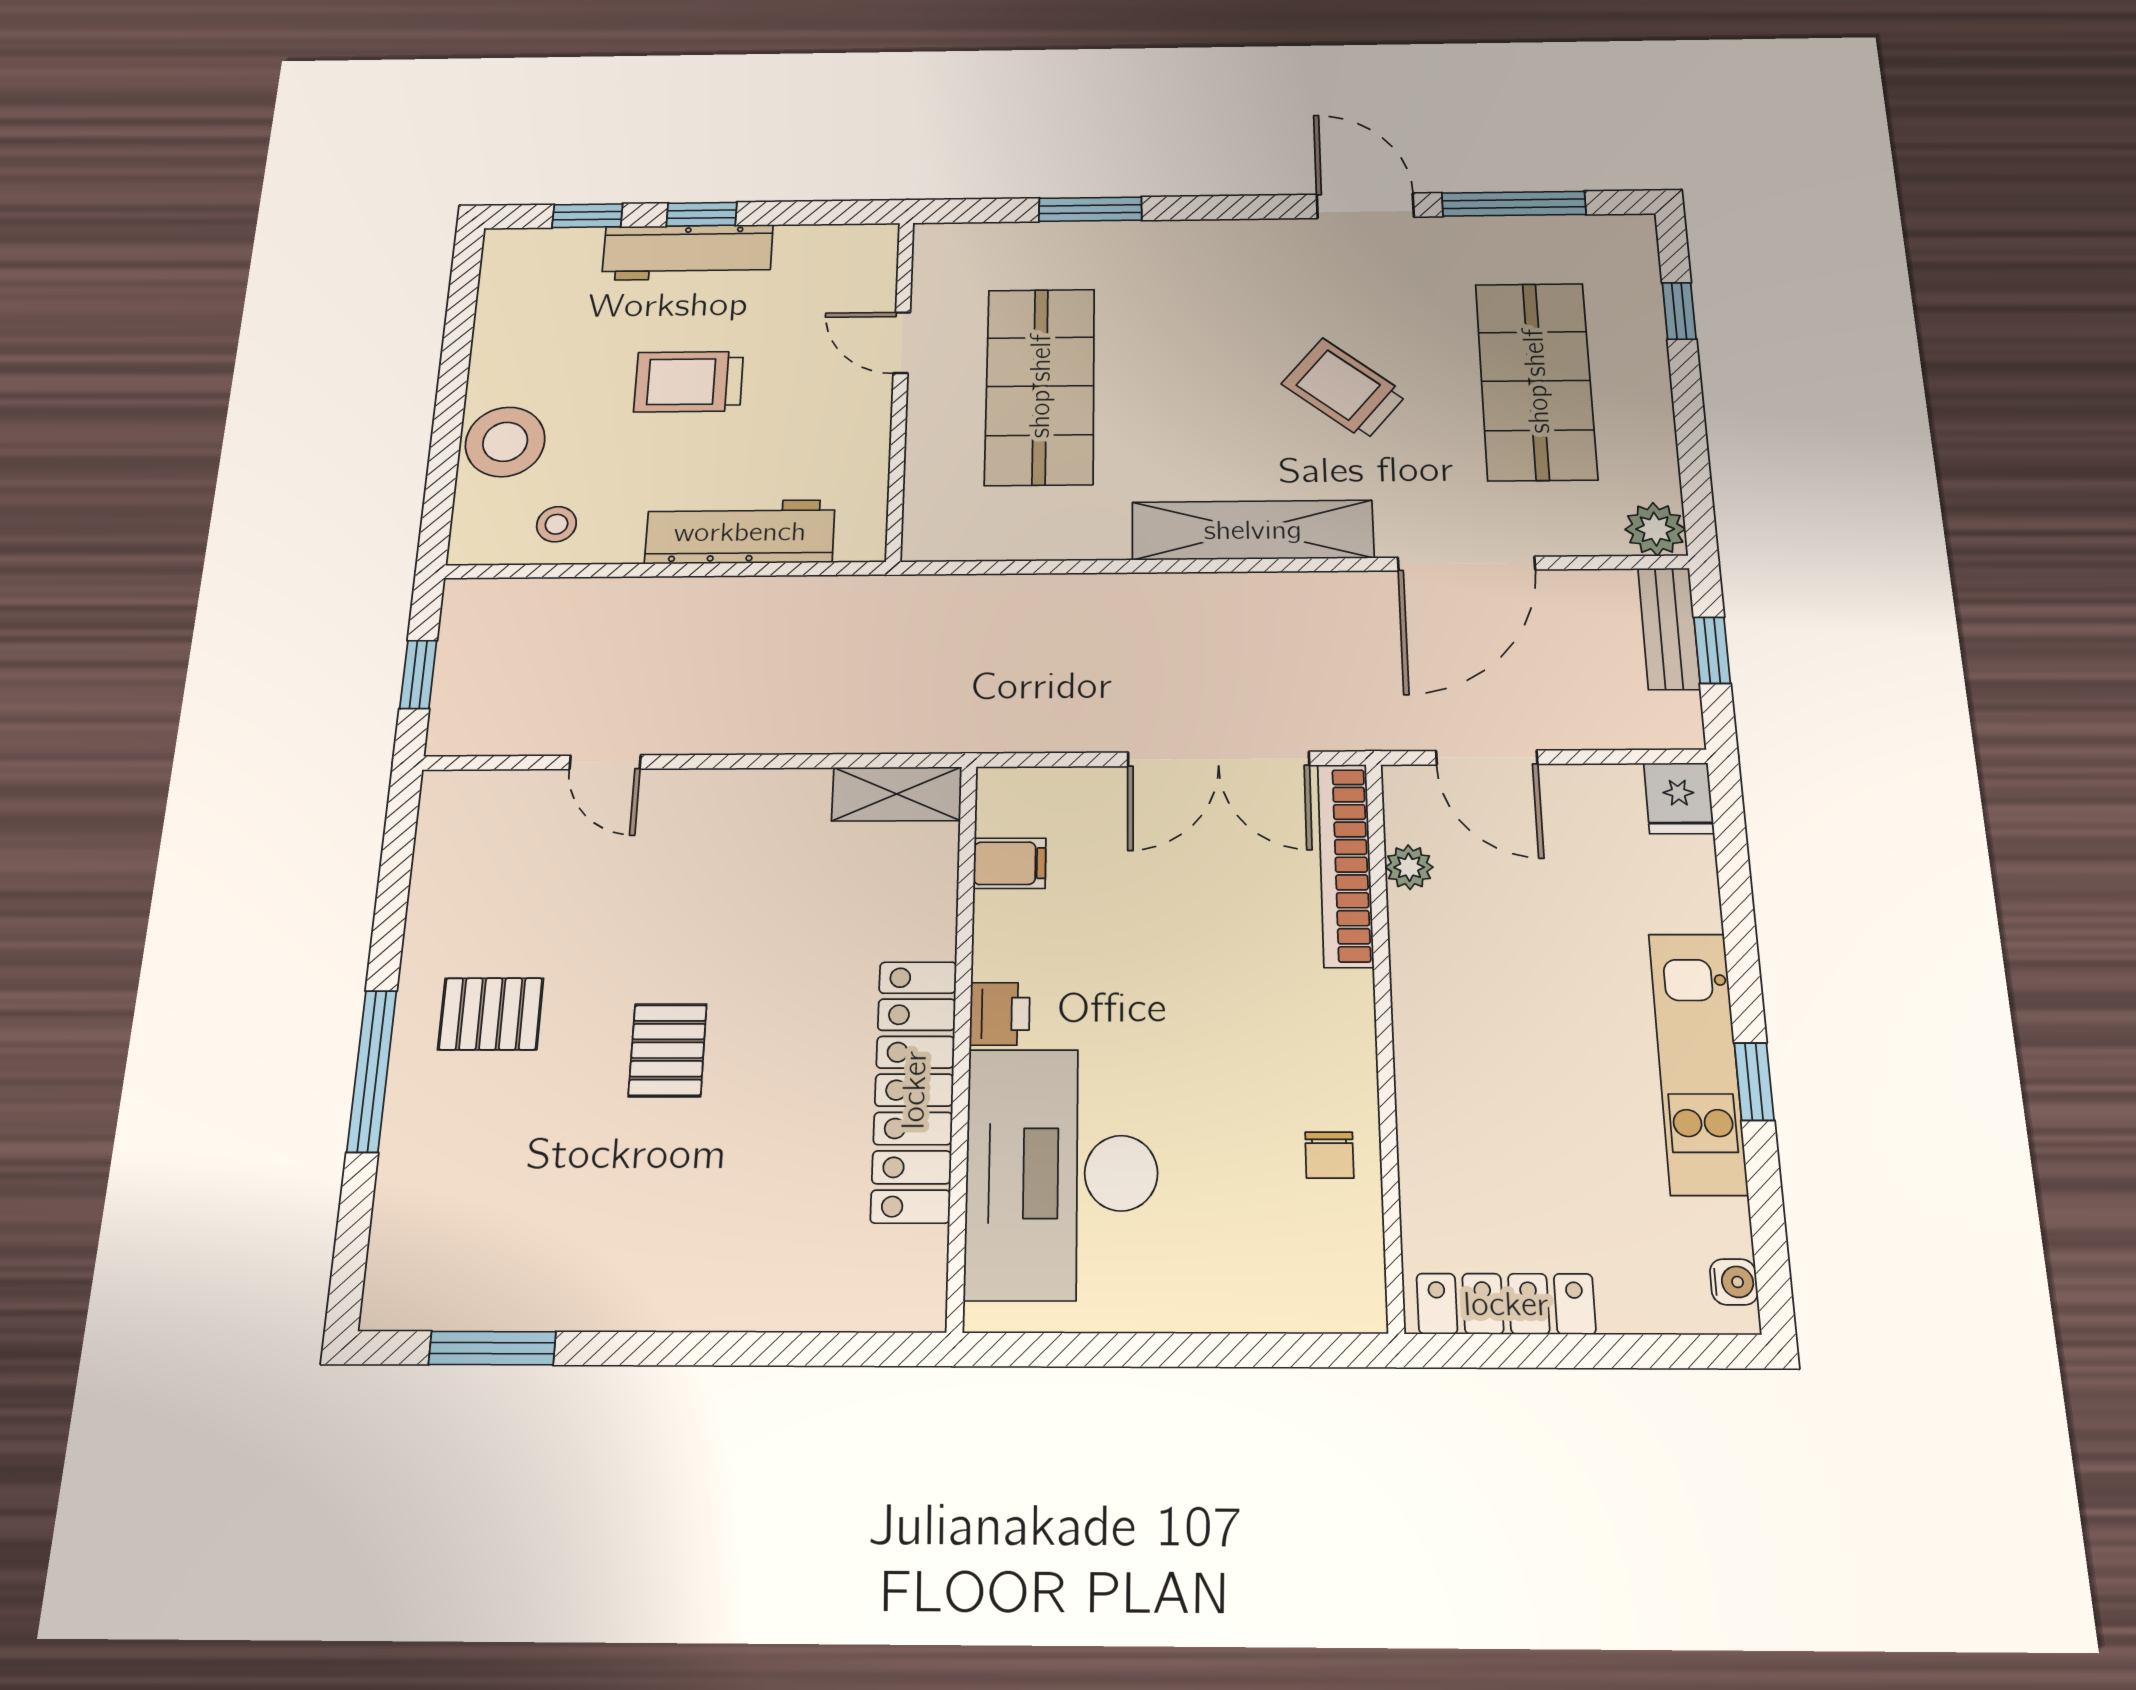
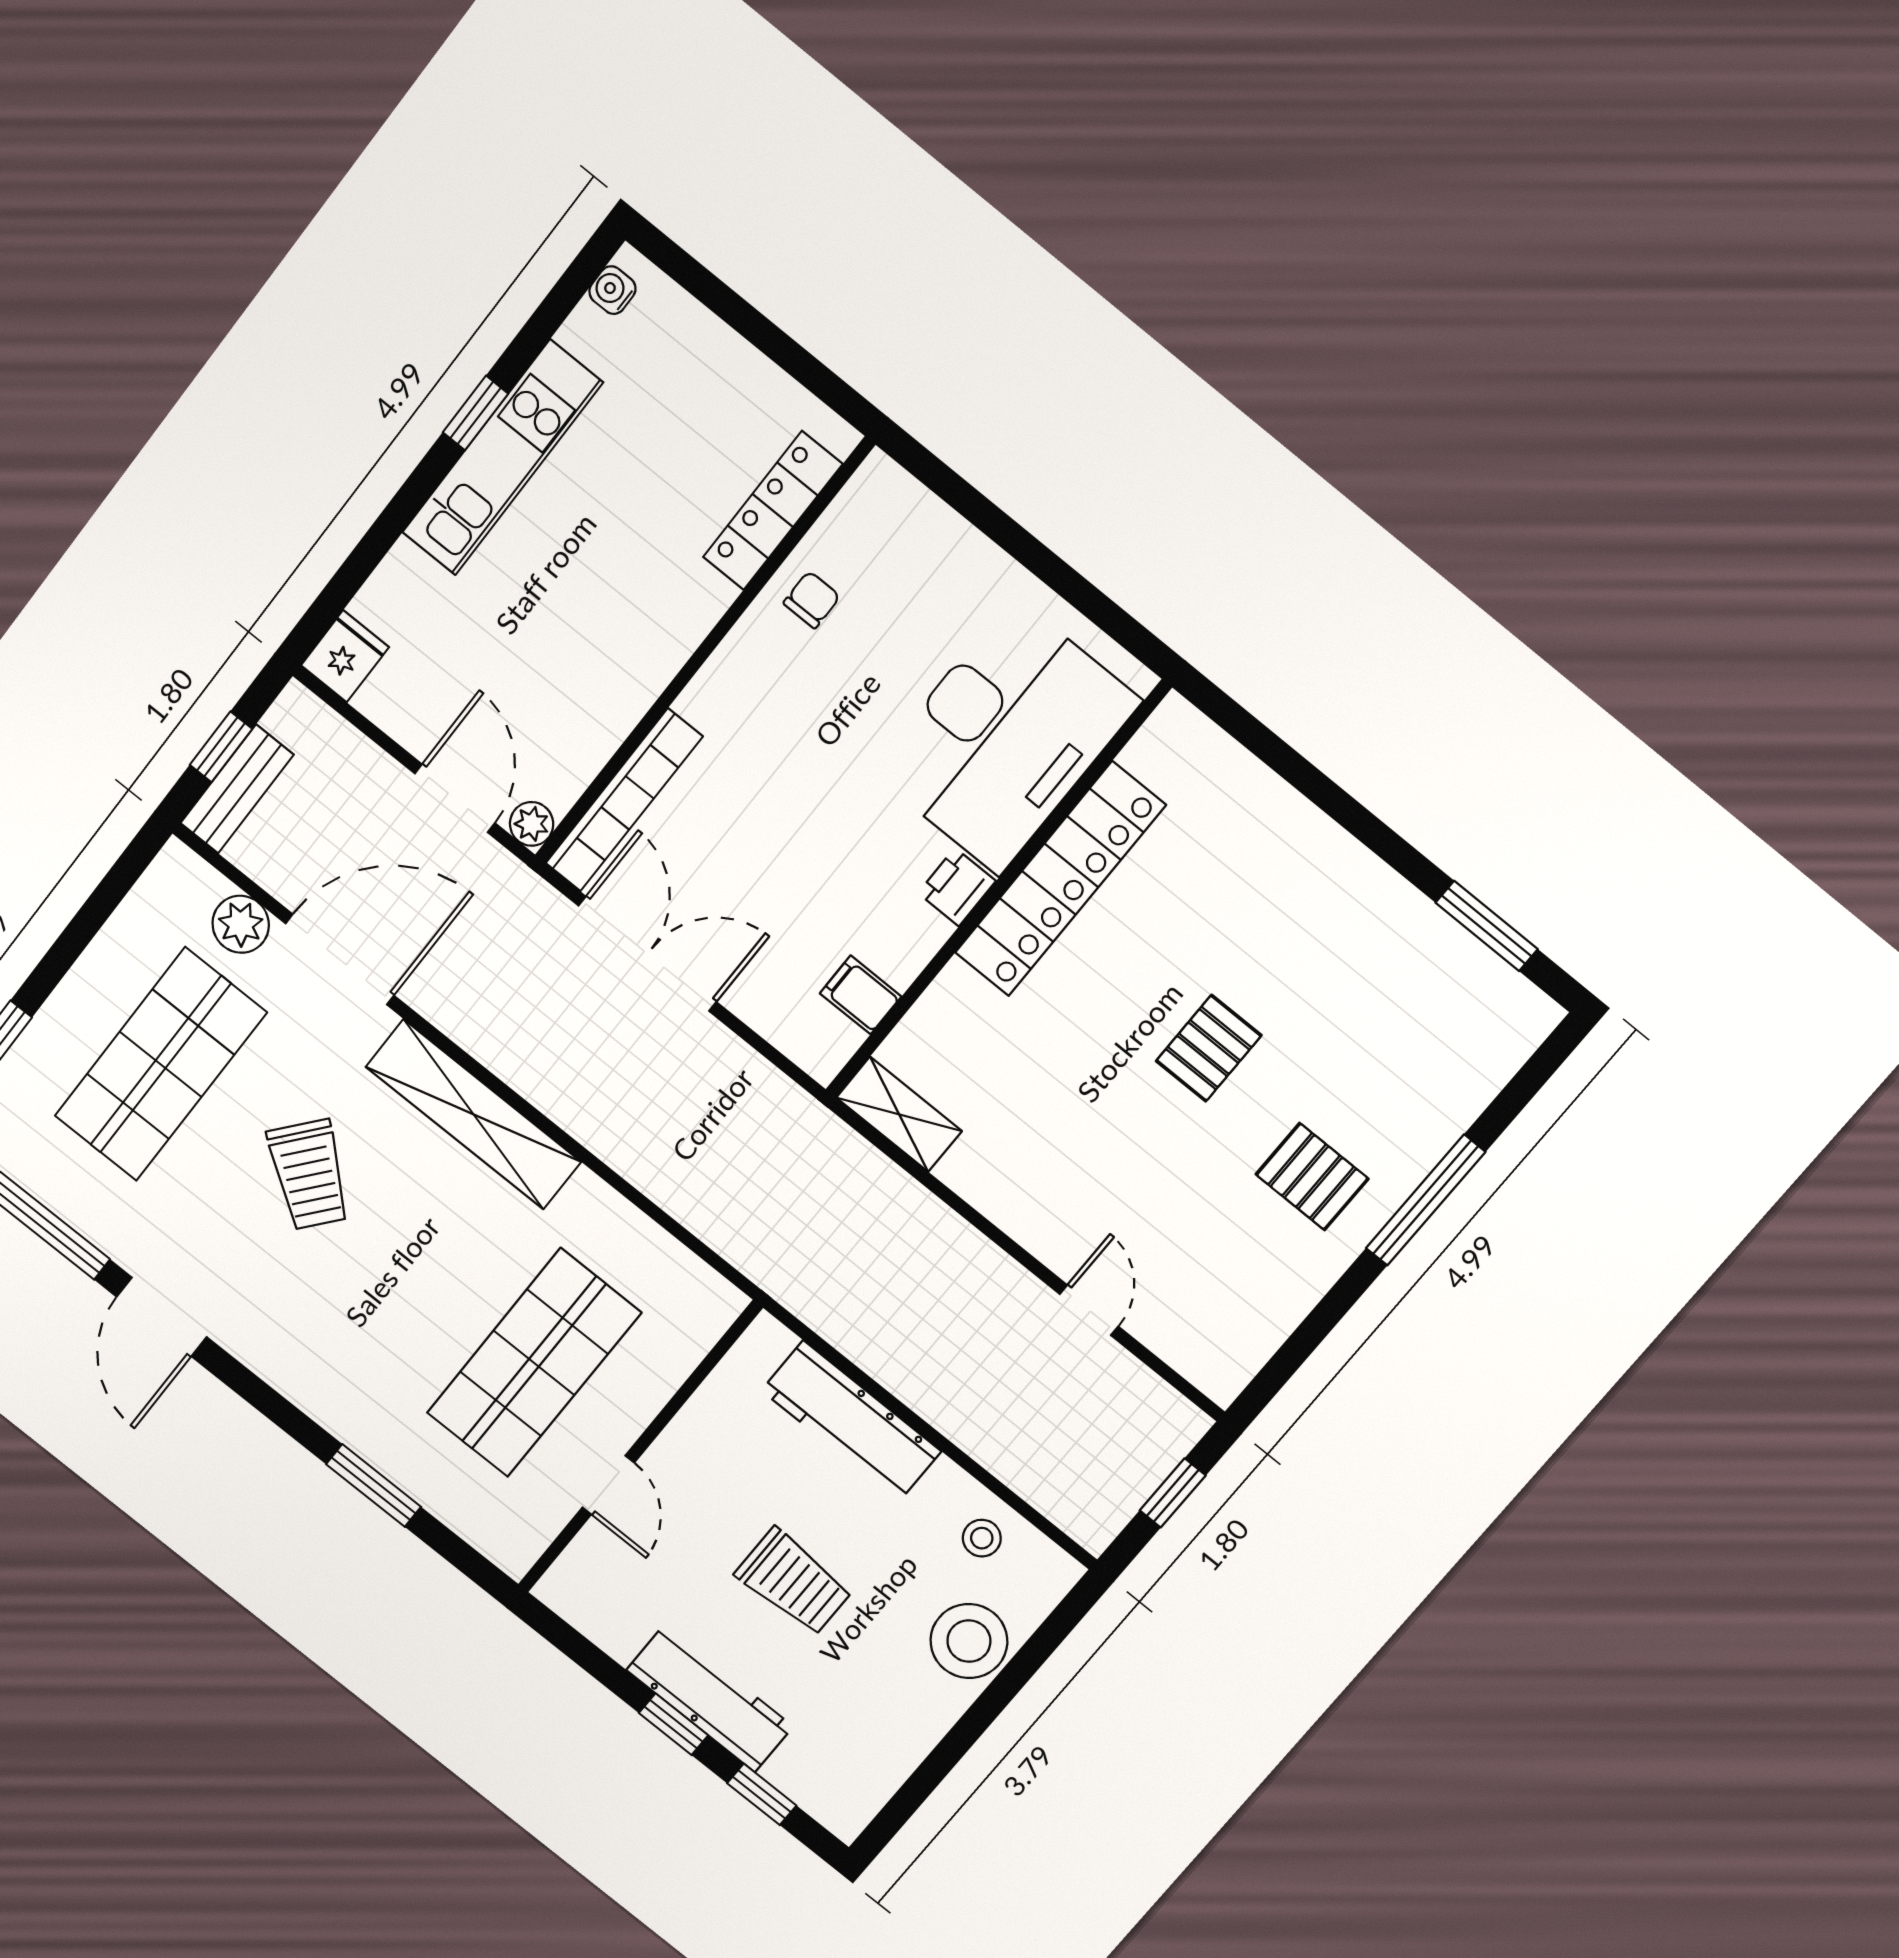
plant: (1655, 529) -> (241, 924), moved
plant: (1409, 867) -> (532, 824), moved
locker: (1506, 1304) -> (773, 511), moved, turned 90

